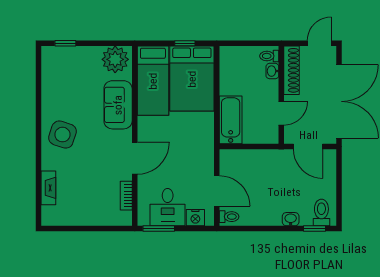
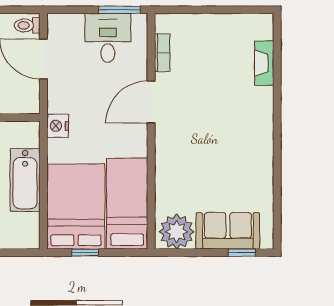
sofa: (118, 105) -> (228, 231), moved, turned -90
bathtub: (231, 120) -> (25, 180), moved
side table: (62, 135) -> (246, 133), removed
nightstand: (195, 218) -> (58, 126), moved, turned -90

